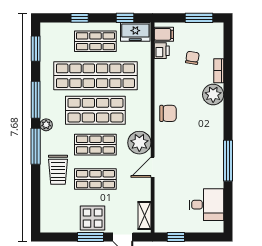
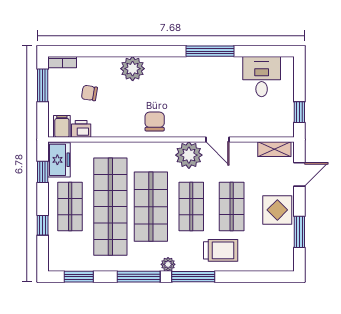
bookcase: (219, 71) -> (62, 62), moved
window: (90, 237) -> (299, 232), moved

